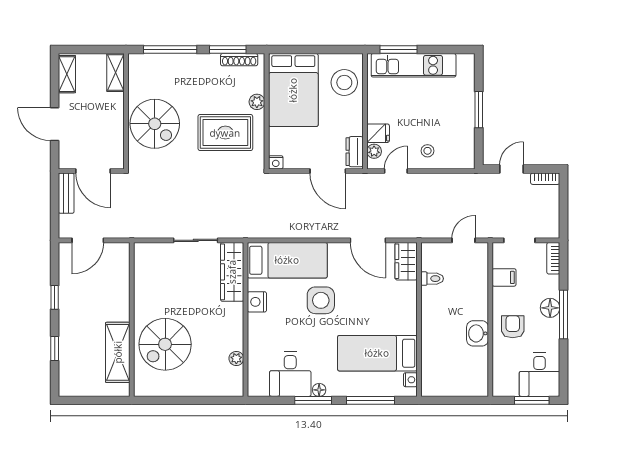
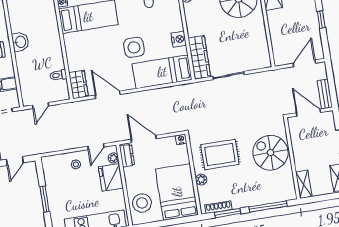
fridge: (378, 133) -> (111, 177), width x1.88, depth x1.34

